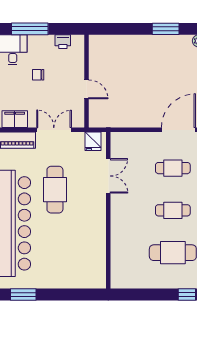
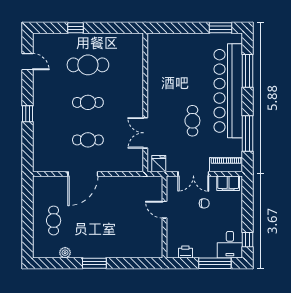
chair: (38, 75) -> (204, 203), moved
cafe table: (55, 190) -> (192, 121), width x0.73, depth x0.74

